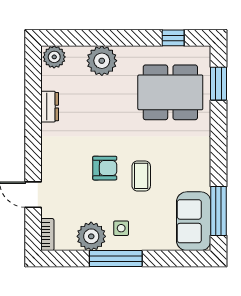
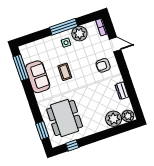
plant: (102, 61) -> (114, 119), moved
dining table: (170, 92) -> (65, 118), turned 90
armchair: (105, 168) -> (103, 65), moved
sofa: (194, 221) -> (38, 77), moved

